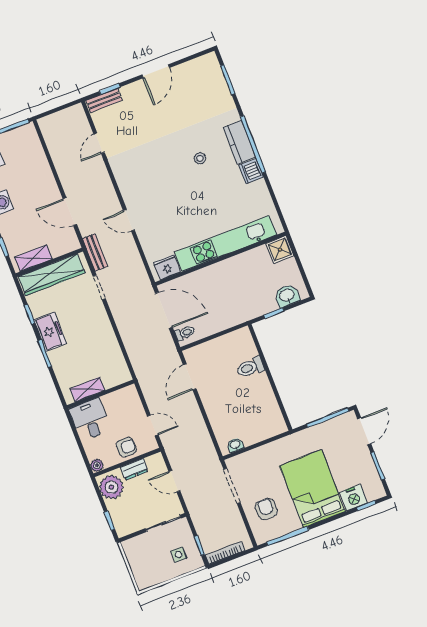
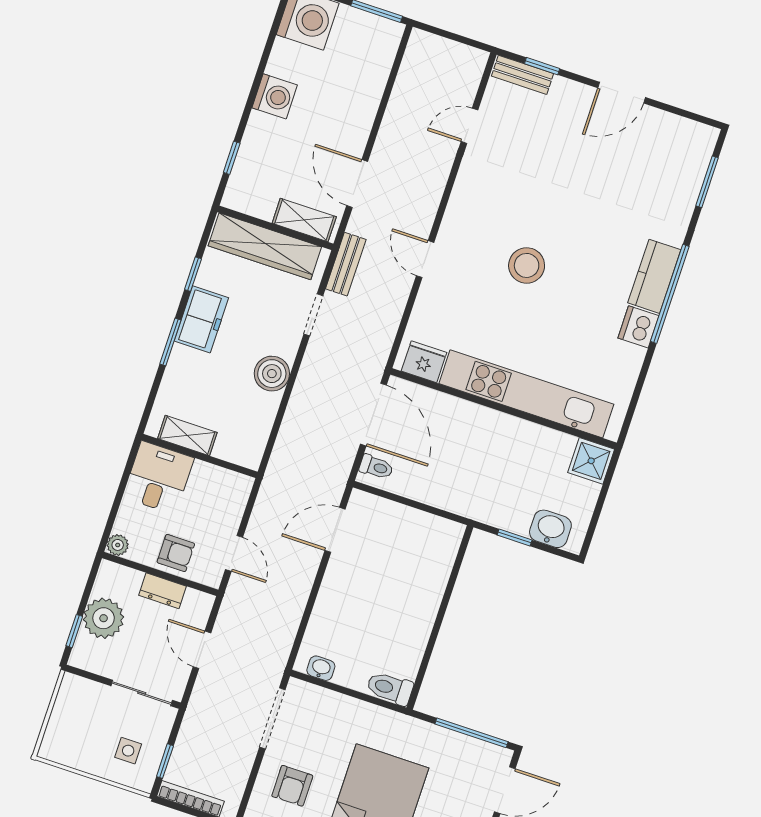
stool: (200, 158) -> (527, 265), moved, width x1.89, depth x1.89
shelving: (33, 258) -> (304, 220), moved
boiler: (102, 330) -> (272, 374), added
toilet: (250, 367) -> (390, 688), moved
plant: (111, 487) -> (104, 618), moved
armchair: (266, 509) -> (292, 786), turned 180

